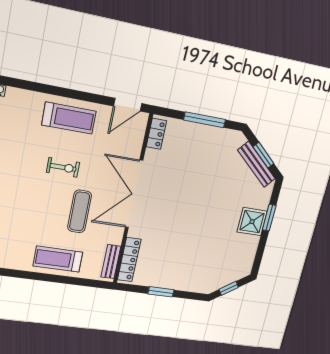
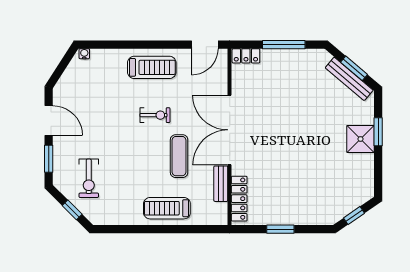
locker: (156, 134) -> (246, 56), moved, turned 90
bench: (111, 262) -> (221, 184), moved

